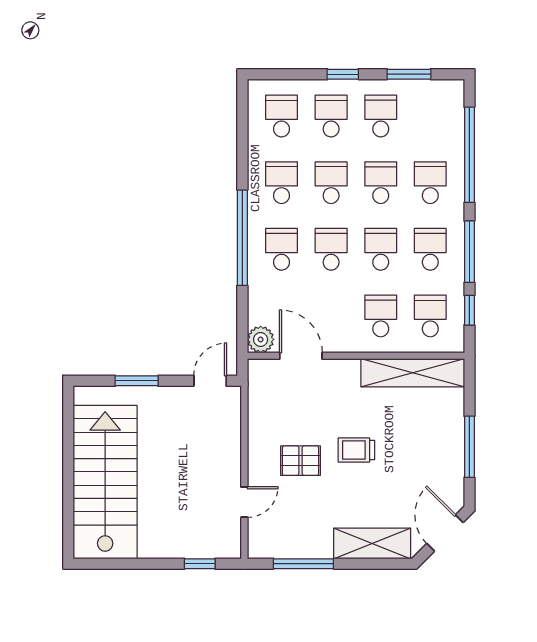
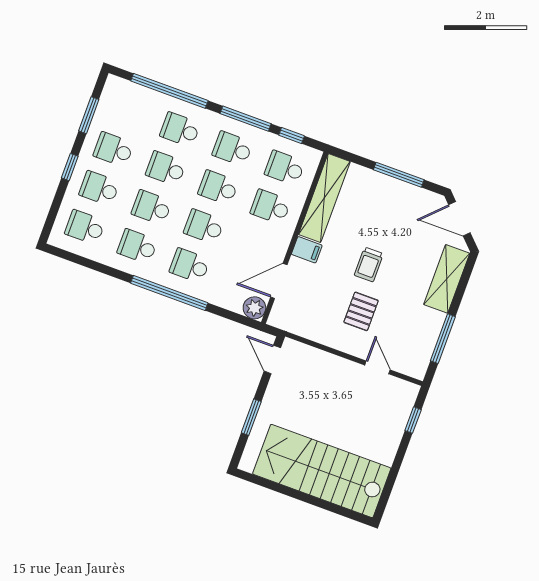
filing cabinet: (347, 374) -> (307, 250), added

